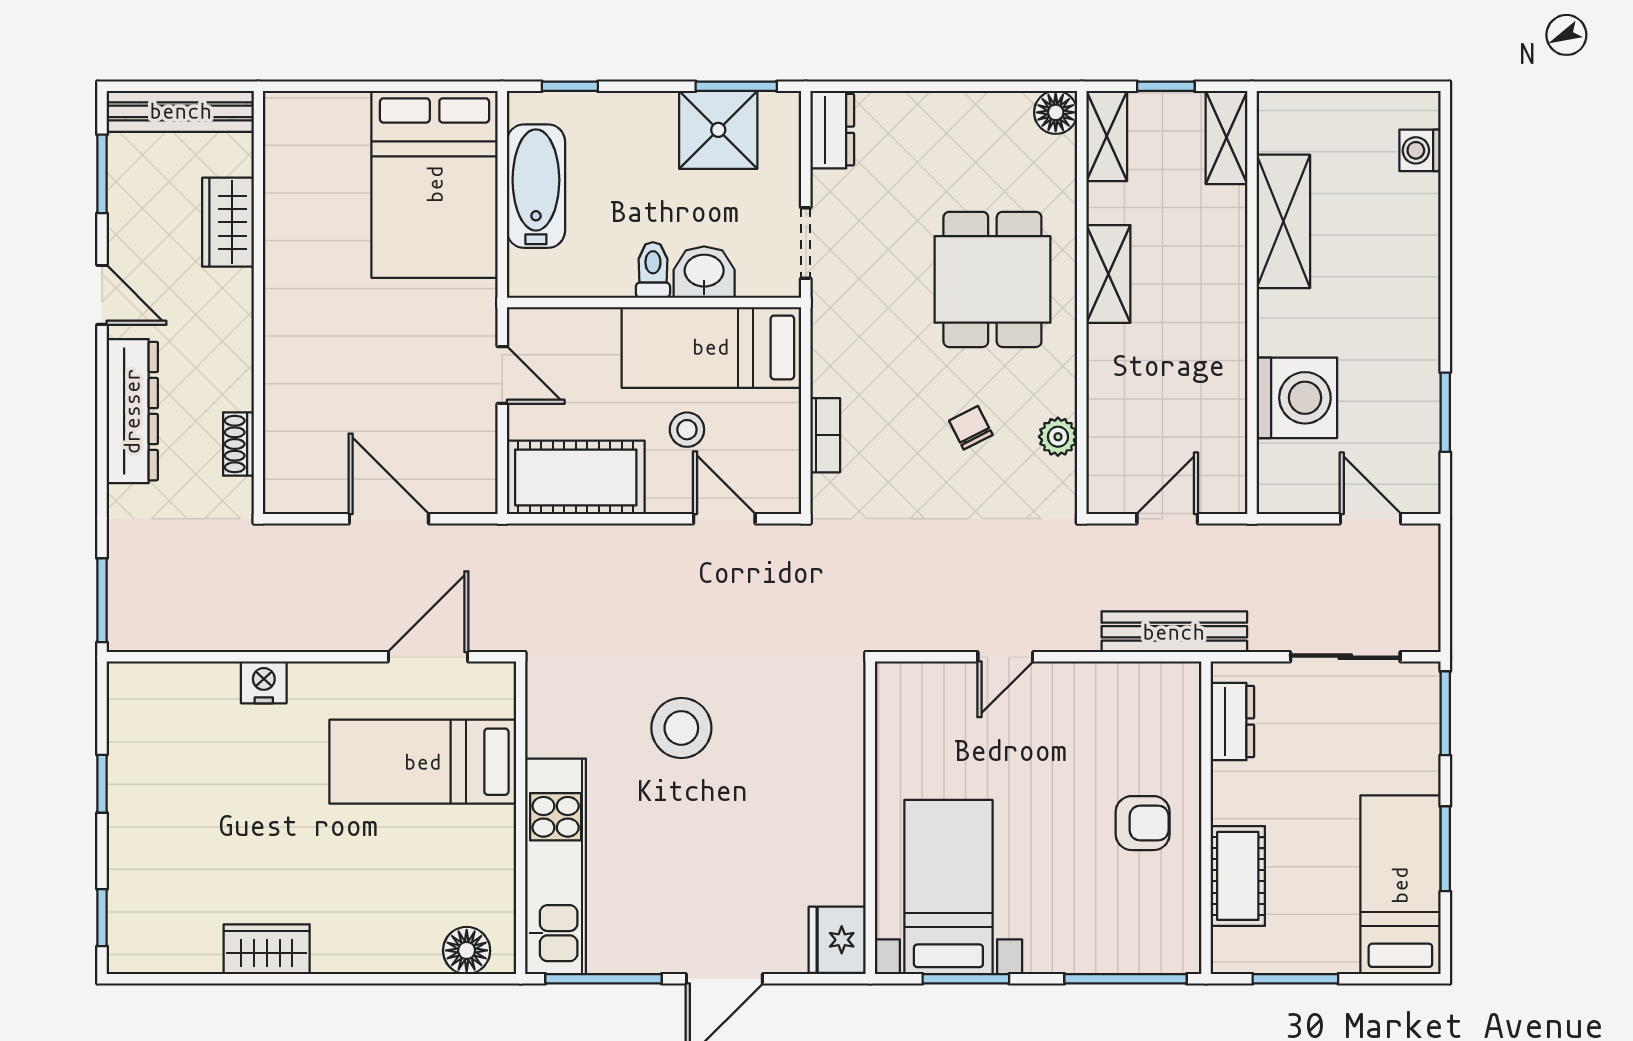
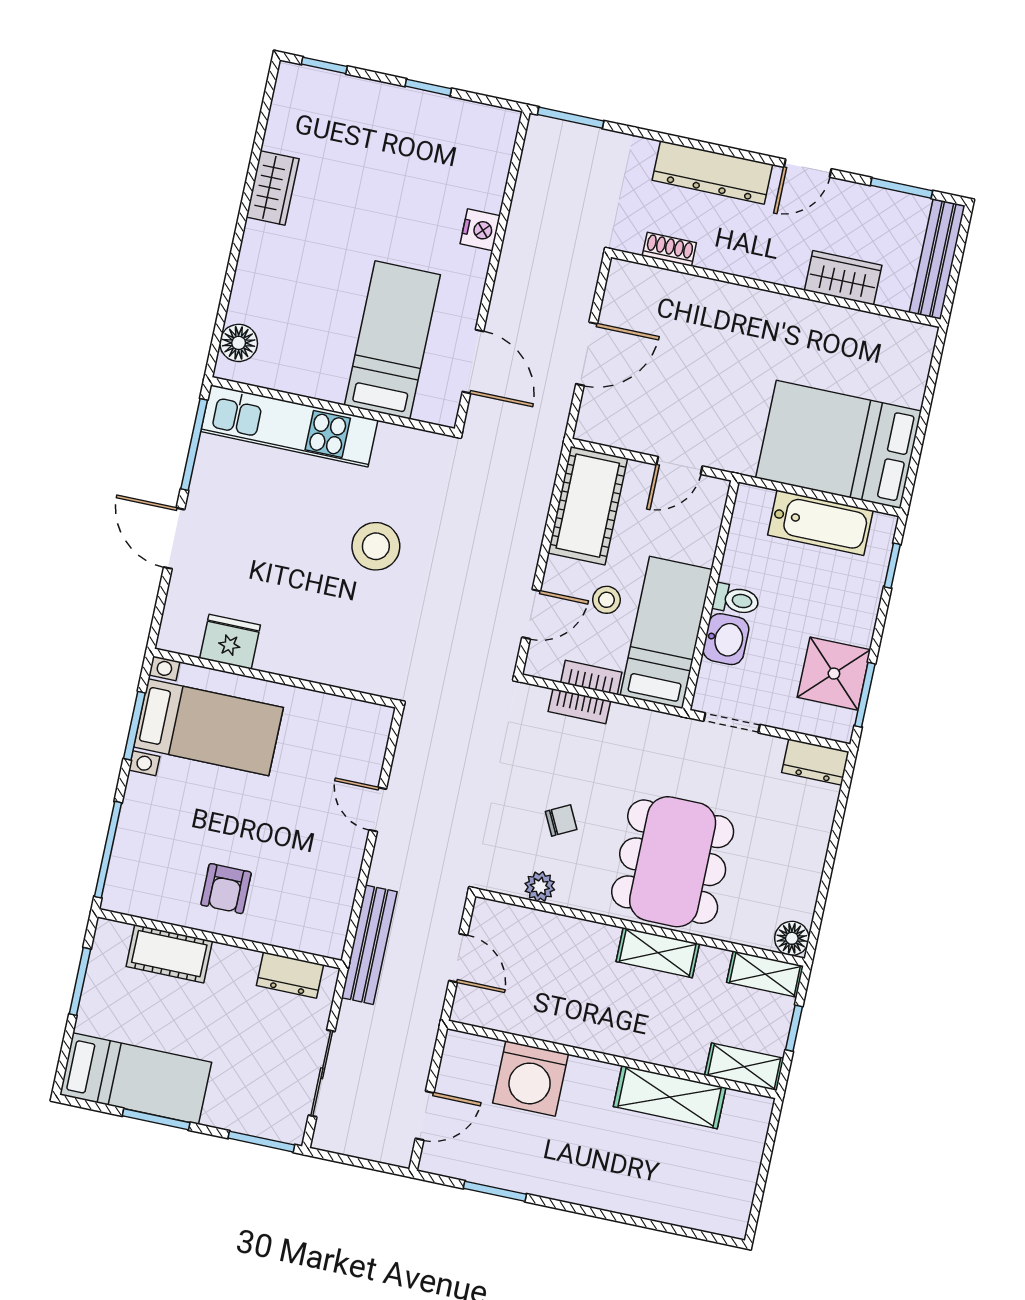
washing machine: (1420, 150) -> (702, 1215), removed
dining table: (992, 279) -> (673, 862), width x1.37
bookcase: (787, 428) -> (591, 677), added
fridge: (837, 940) -> (230, 642), moved

